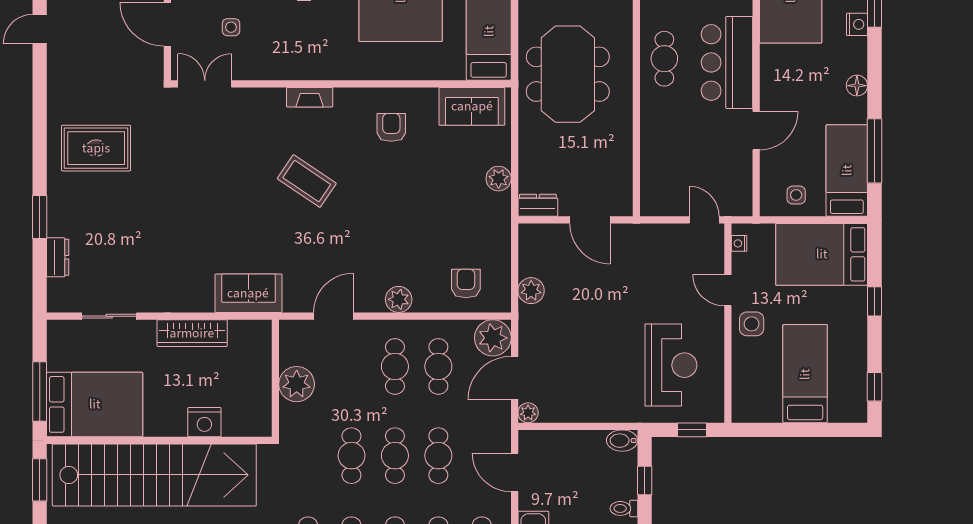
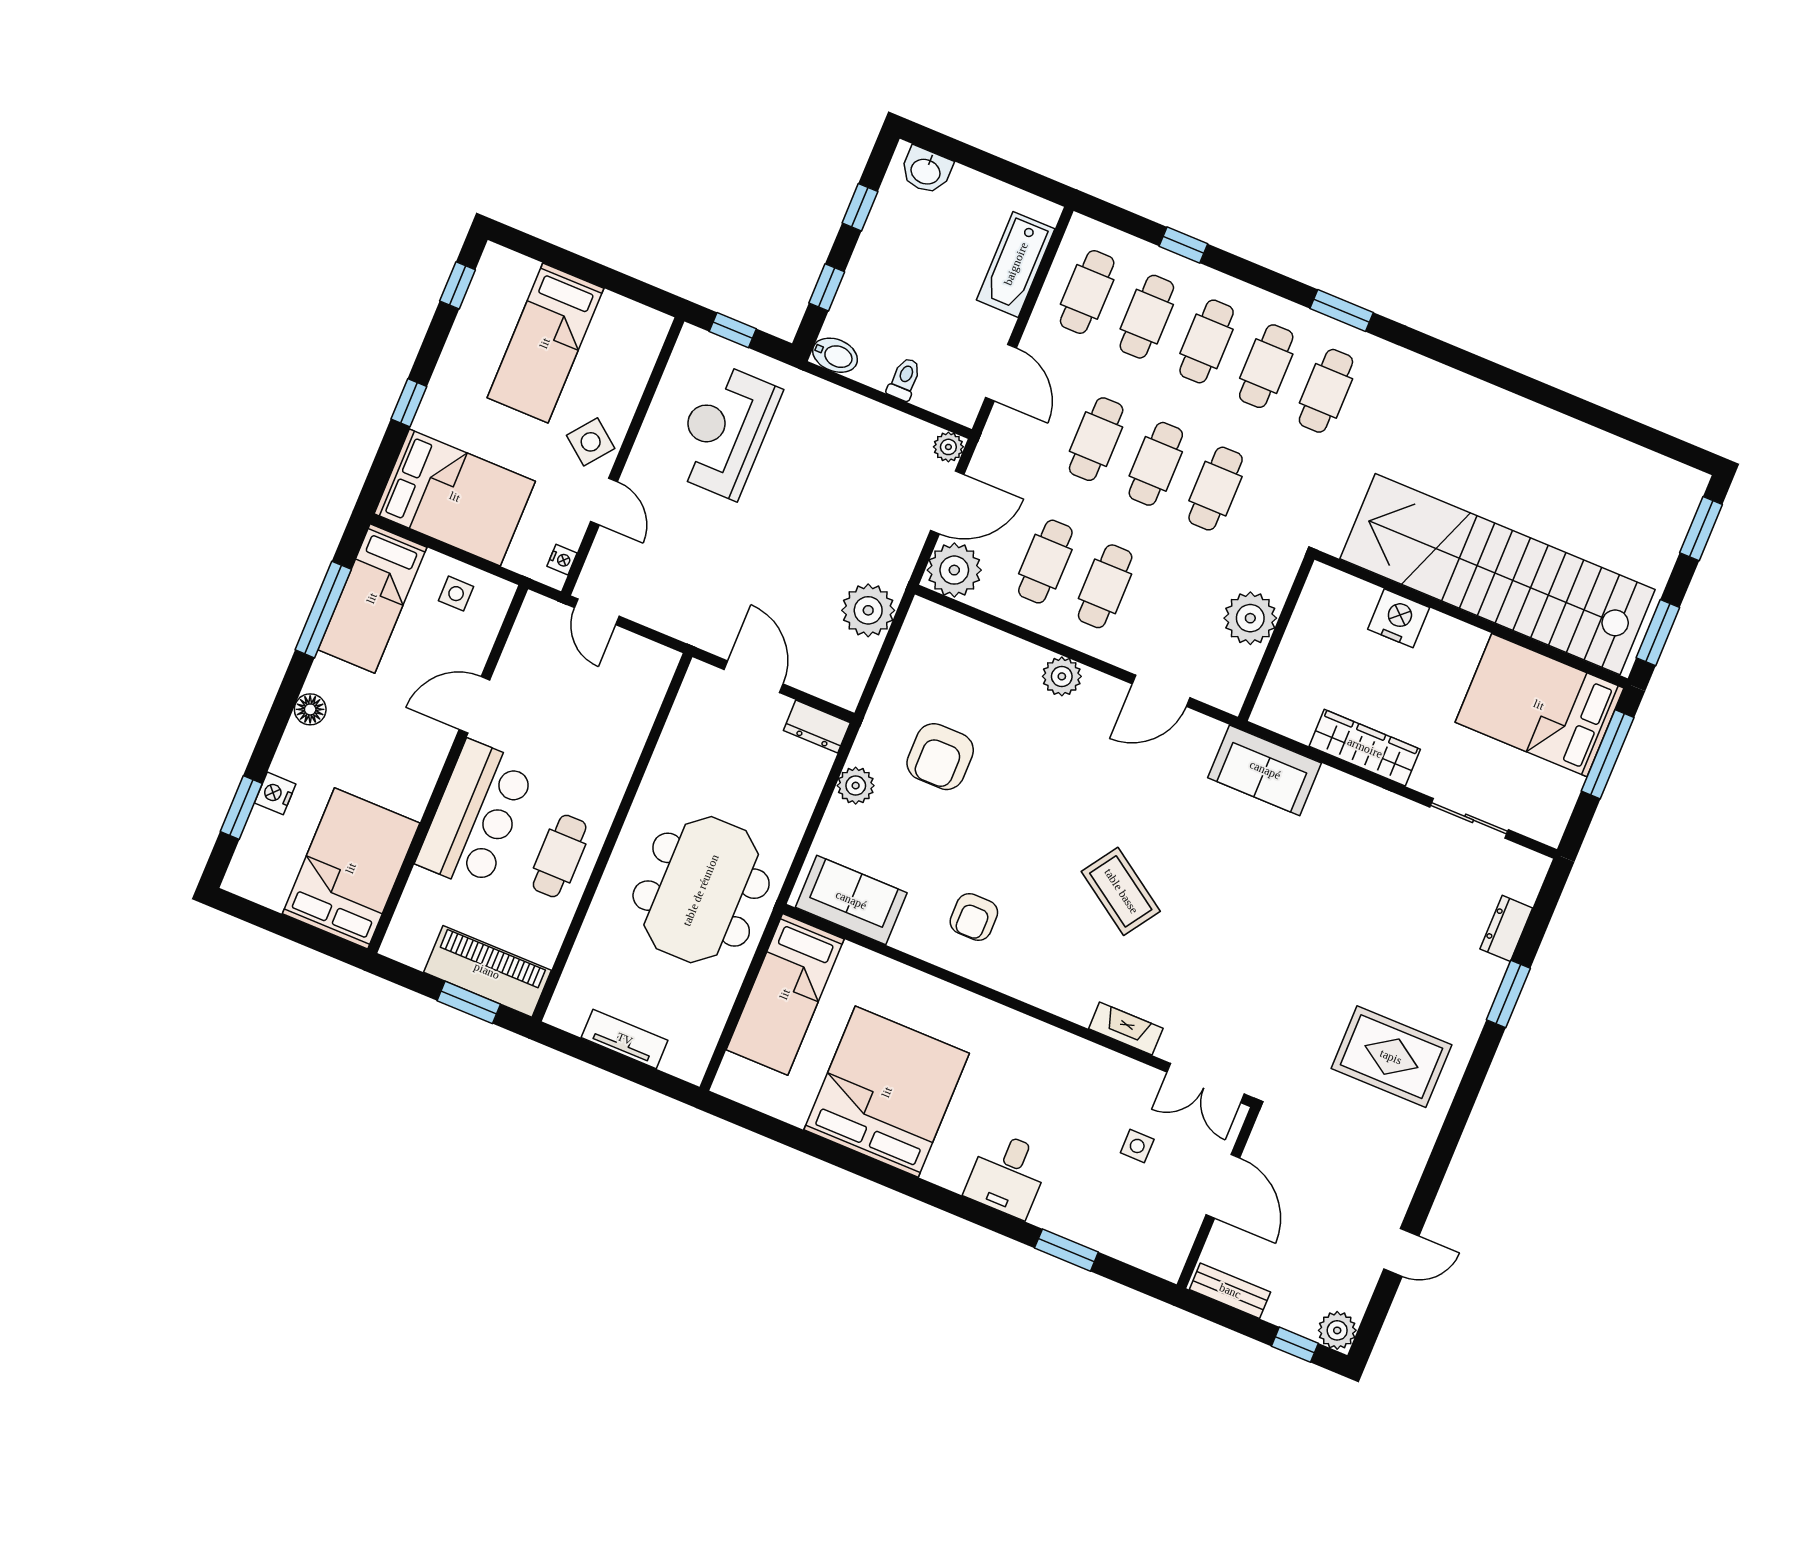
fireplace: (310, 97) -> (1126, 1028), moved
armchair: (466, 283) -> (940, 757), moved, width x1.38, depth x1.38
plant: (531, 291) -> (868, 610), width x1.36, depth x1.36
side table: (752, 324) -> (591, 442), turned 38
toilet: (624, 508) -> (904, 379), moved, turned -90

